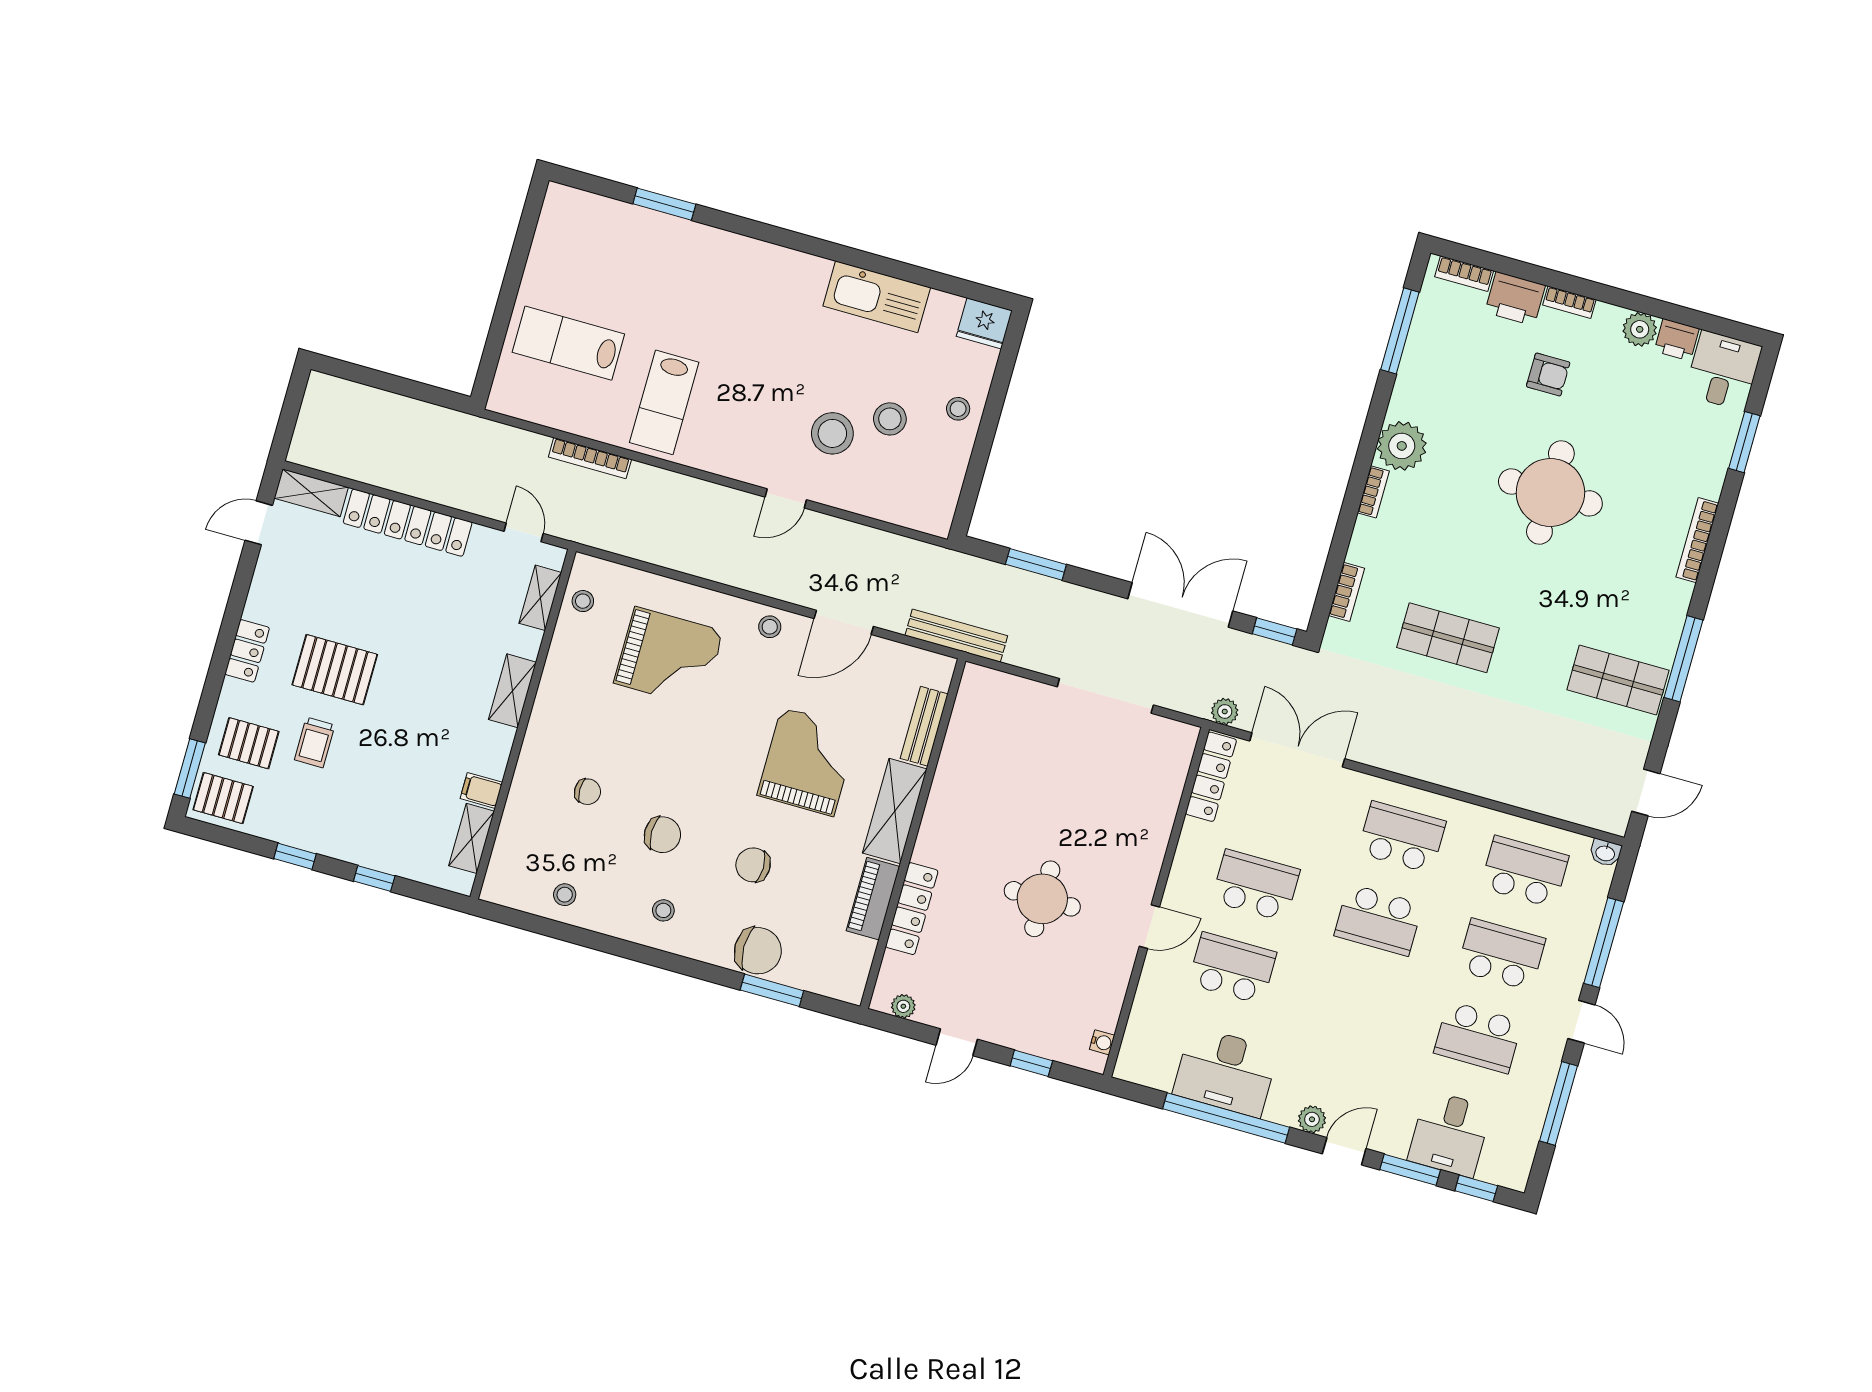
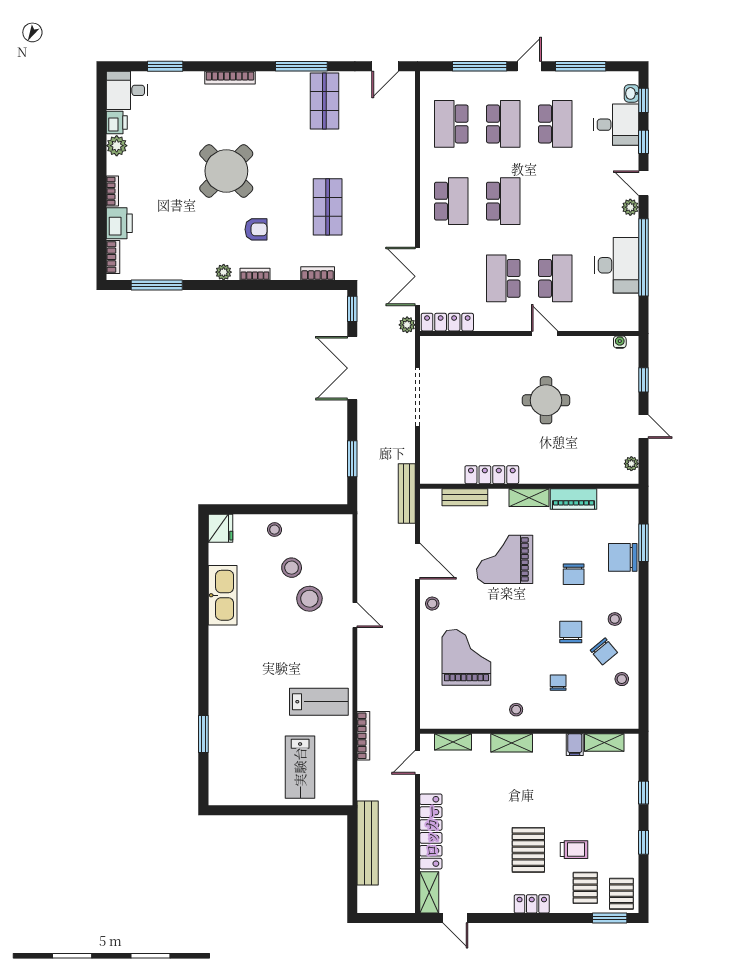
armchair: (1548, 374) -> (256, 229), moved, turned 90
bench: (417, 417) -> (368, 843), added
plant: (1402, 446) -> (224, 272), width x0.53, depth x0.53
round table: (1550, 492) -> (226, 171), turned 45
stool: (583, 601) -> (516, 710), moved
door: (1646, 792) -> (385, 66), swing flipped
shelving: (895, 811) -> (529, 498), width x0.67, depth x0.75
school desk: (1402, 837) -> (451, 201), turned 180
washbasin: (1605, 853) -> (632, 93), moved, turned 180
chair: (617, 879) -> (604, 651), added
locker: (912, 909) -> (492, 475), moved
chair: (758, 951) -> (623, 557), turned -90
school desk: (1501, 954) -> (503, 124), turned 180
school desk: (1232, 968) -> (555, 278), turned 180
window: (1410, 1170) -> (644, 142), width x0.67

